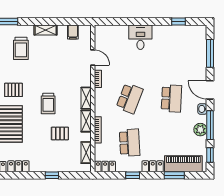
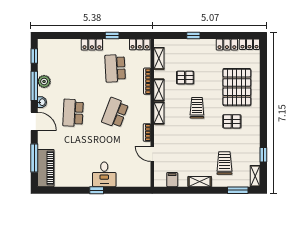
window: (178, 21) -> (97, 190), moved
piano: (183, 164) -> (46, 168), moved, turned -90
window: (174, 175) -> (70, 36), removed

